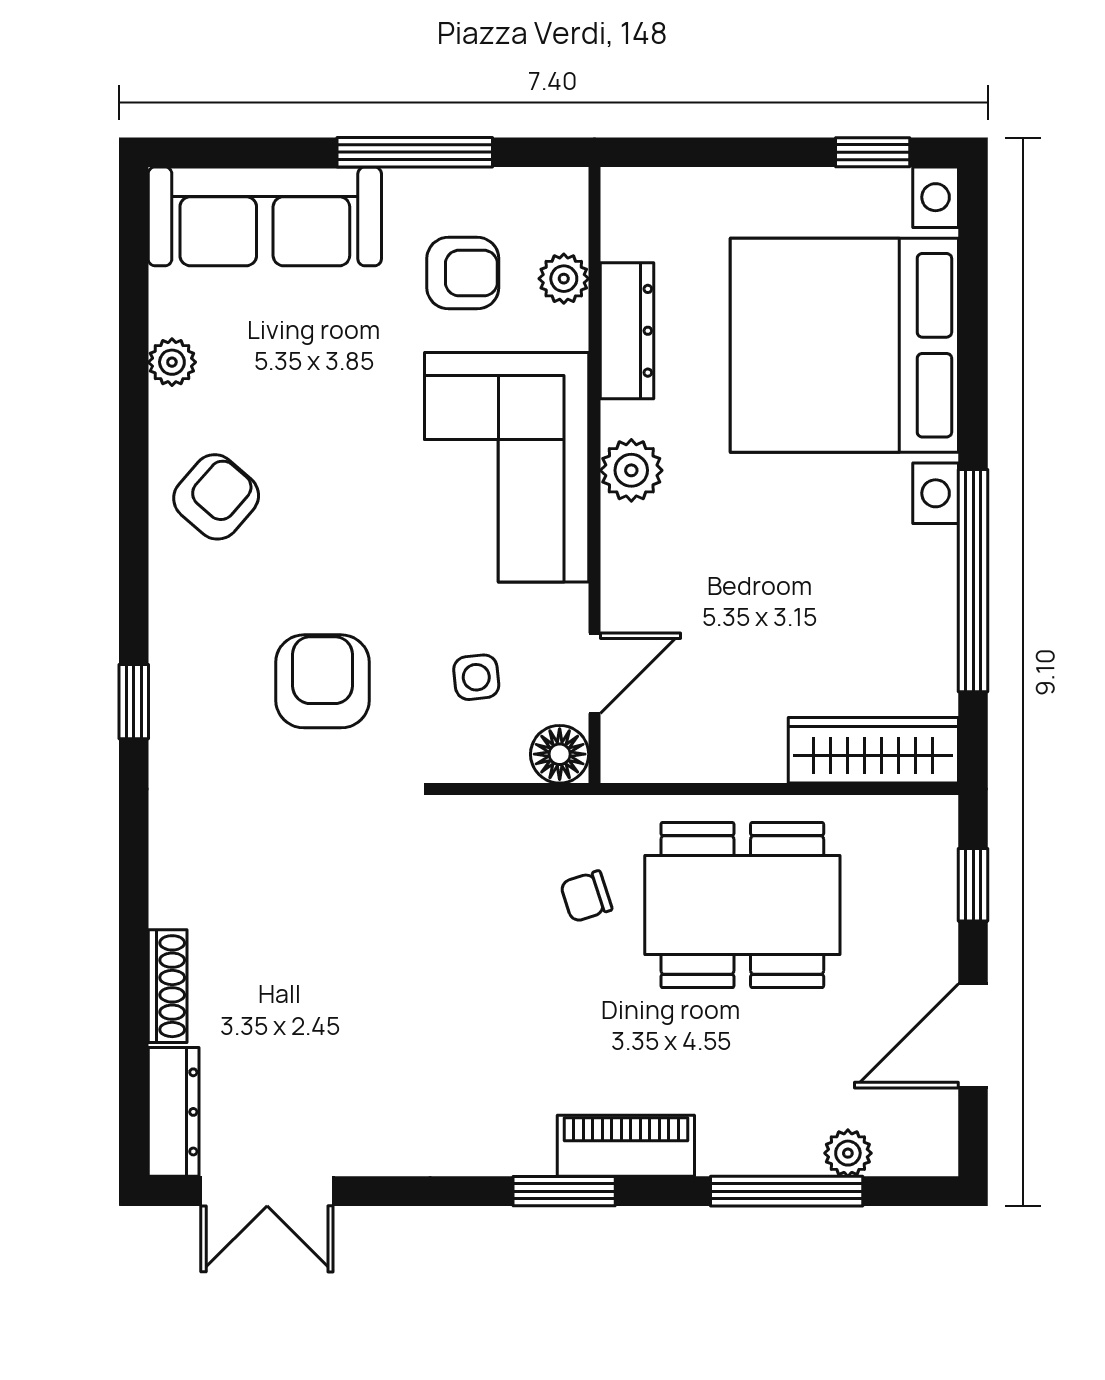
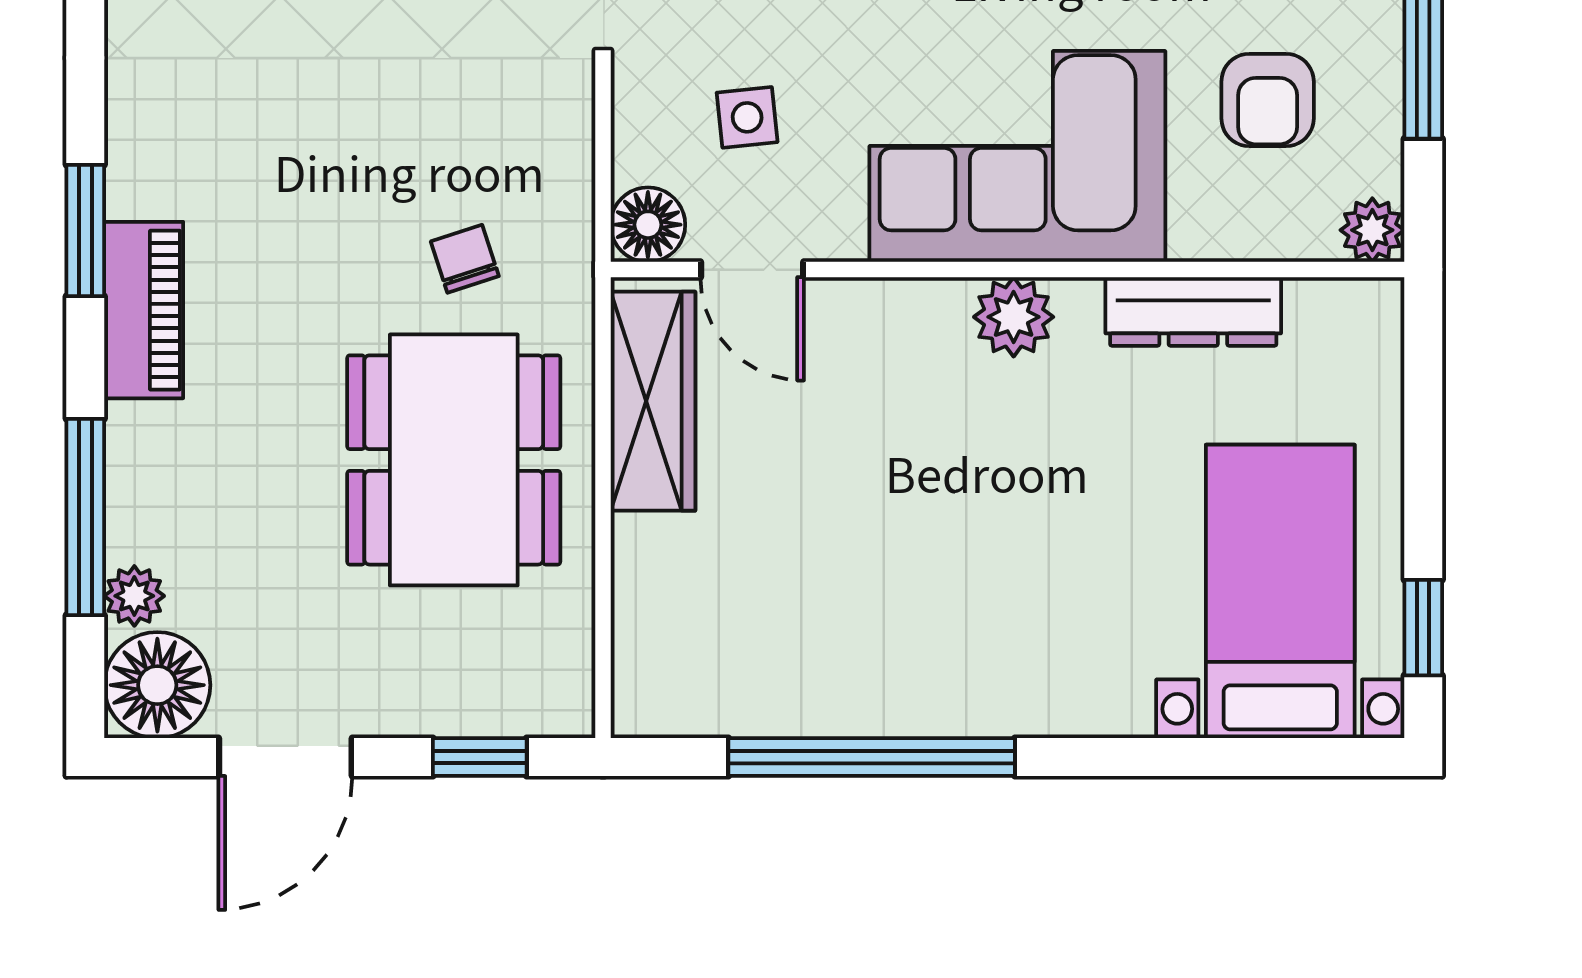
plant: (564, 279) -> (1372, 230), moved
bed with nightstands: (844, 345) -> (1280, 591), width x0.54
wardrobe: (873, 750) -> (653, 401), moved
door: (973, 1036) -> (285, 757), swing flipped
floor lamp: (917, 1135) -> (157, 685), added

